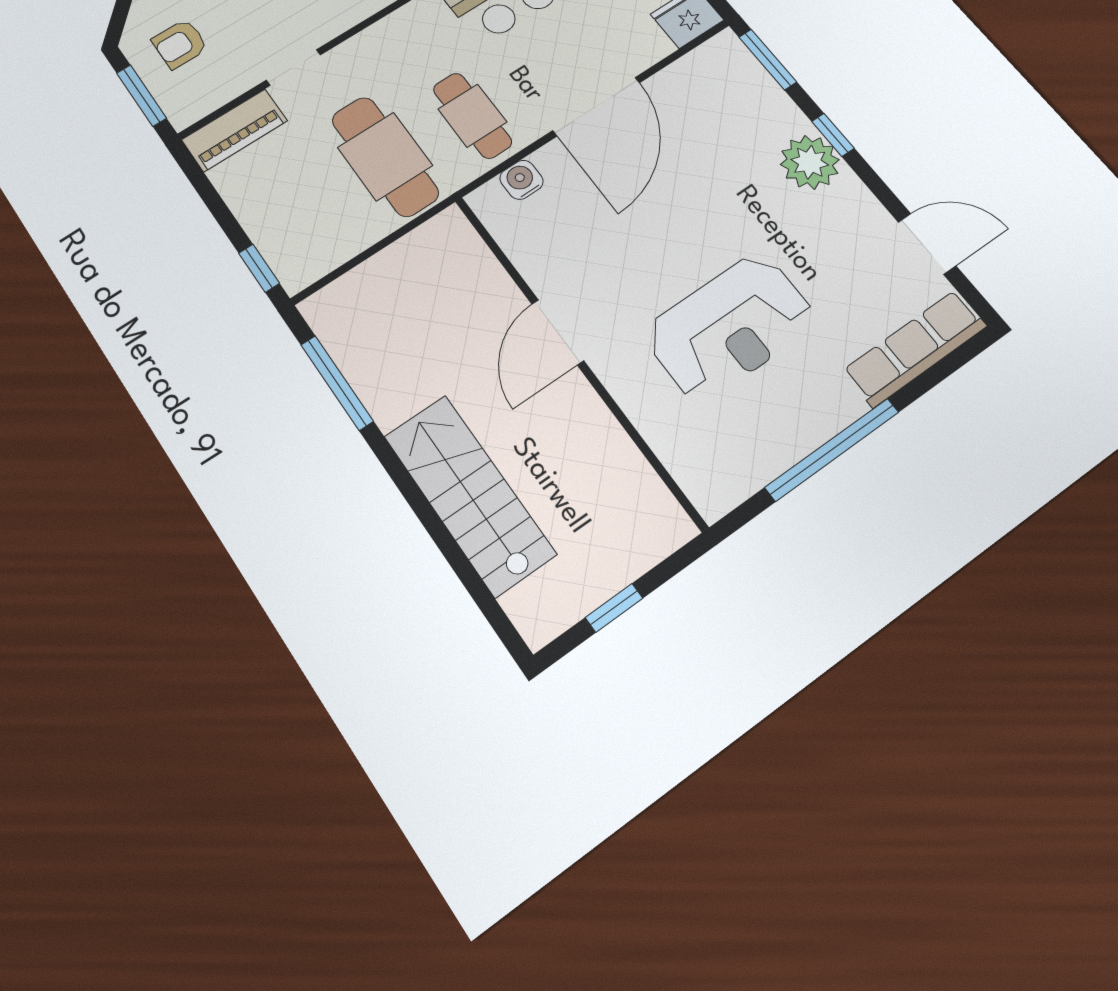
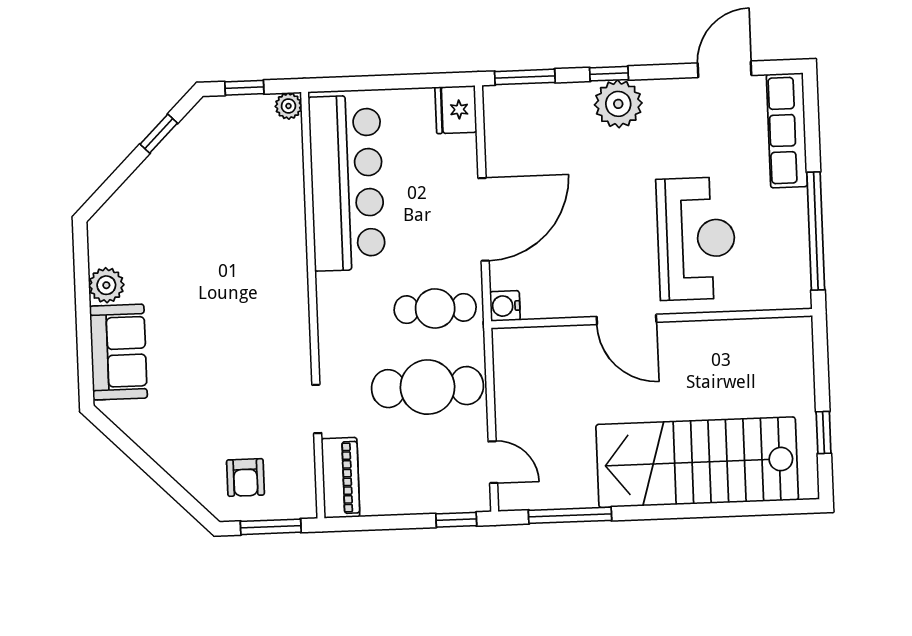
door: (596, 107) -> (484, 219), hinge flipped
door: (346, 268) -> (493, 462), added
door: (558, 332) -> (627, 319), moved
wall: (577, 358) -> (652, 318), moved
stairs: (469, 495) -> (697, 462), width x1.36, depth x1.51

